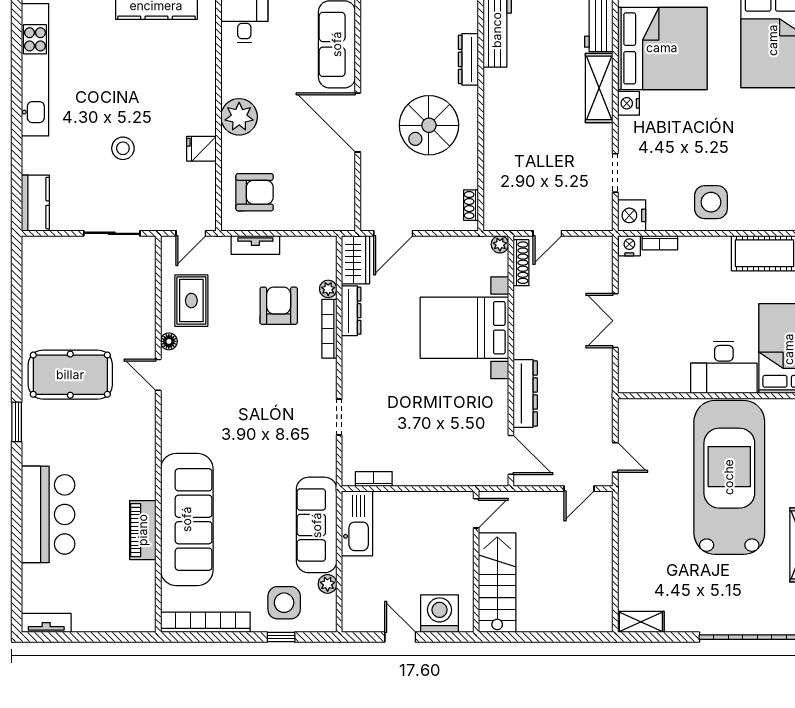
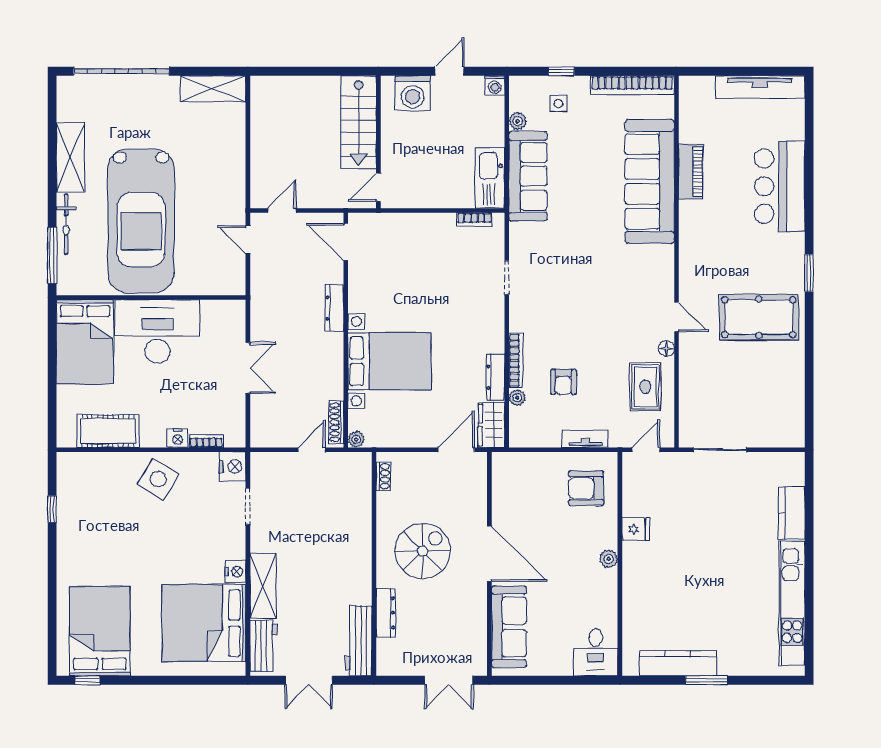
plant: (239, 117) -> (609, 559), width x0.53, depth x0.53
stool: (123, 148) -> (709, 529), removed
side table: (711, 202) -> (158, 479), turned 31
kitchen counter: (35, 203) -> (792, 513), moved
nightstand: (629, 246) -> (177, 438), moved
armchair: (279, 306) -> (563, 382), width x0.72, depth x0.72
desk: (724, 367) -> (157, 331), width x1.36, depth x1.30
dresser: (525, 393) -> (334, 308), width x0.73, depth x0.80
side table: (284, 603) -> (558, 103), width x0.54, depth x0.54
washing machine: (352, 622) -> (495, 85), added
shelving: (641, 622) -> (213, 89), width x1.50, depth x1.33
tv unit: (46, 623) -> (760, 87), width x1.92, depth x1.29
door: (400, 637) -> (450, 71), swing flipped

